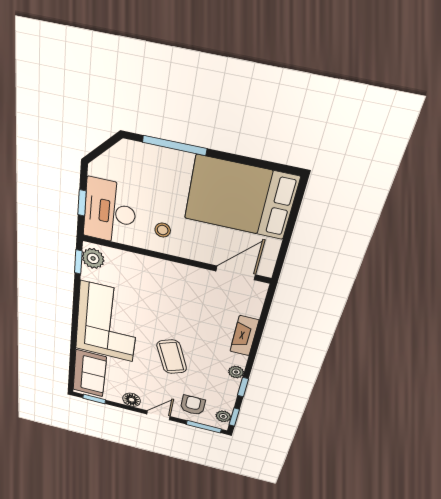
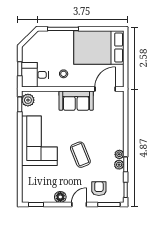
desk: (110, 212) -> (35, 75), width x0.73
fireplace: (244, 336) -> (118, 127), removed
sofa: (89, 373) -> (76, 101), moved, turned 90
plant: (223, 416) -> (119, 165), moved

